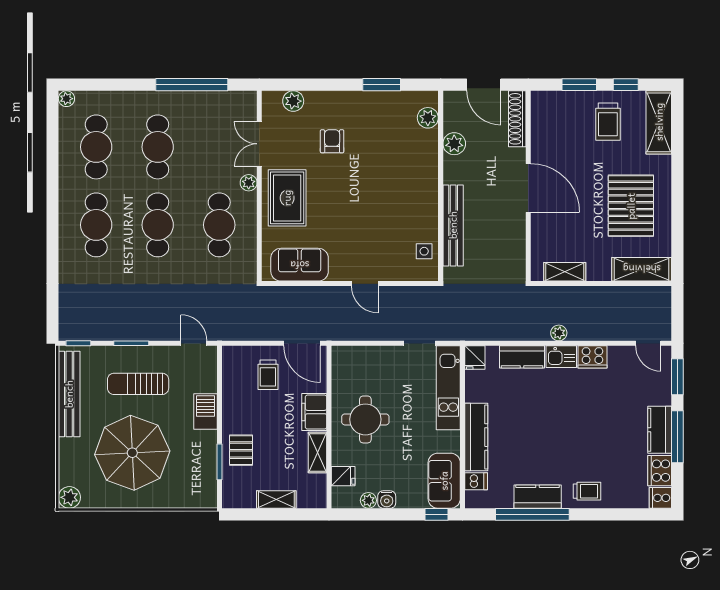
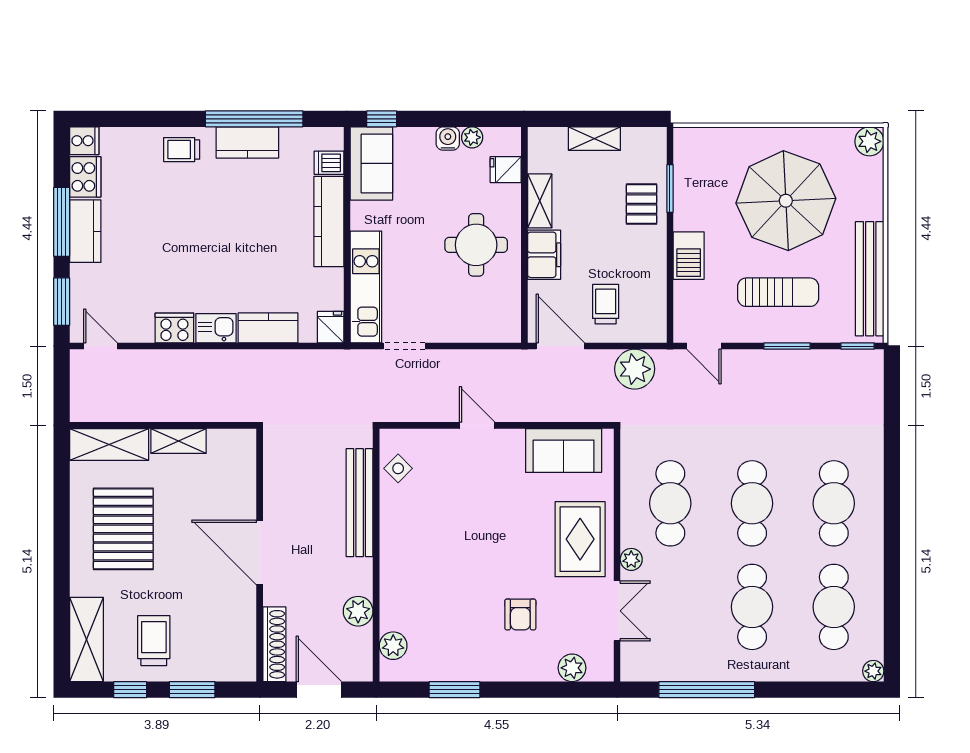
side table: (424, 251) -> (398, 468), turned 45
shelving: (565, 272) -> (179, 441), moved
plant: (559, 333) -> (635, 369), moved, width x1.87, depth x1.87

